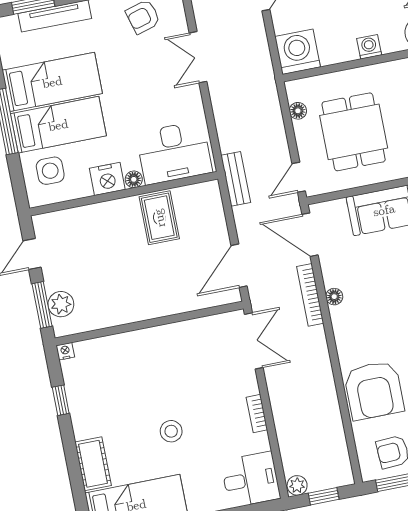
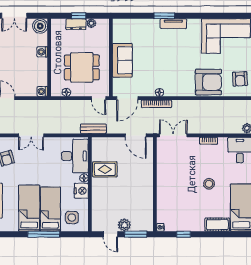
washing machine: (298, 52) -> (42, 91), width x0.53, depth x0.53
plant: (61, 304) -> (124, 225), moved

